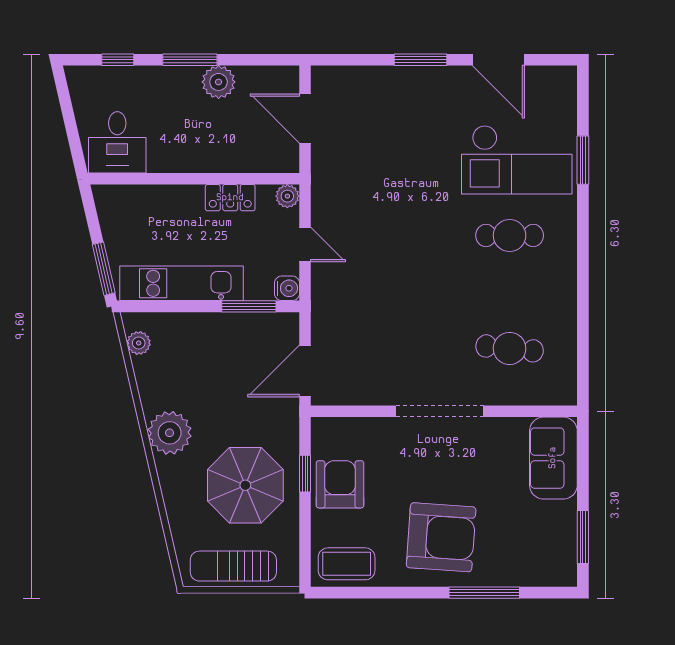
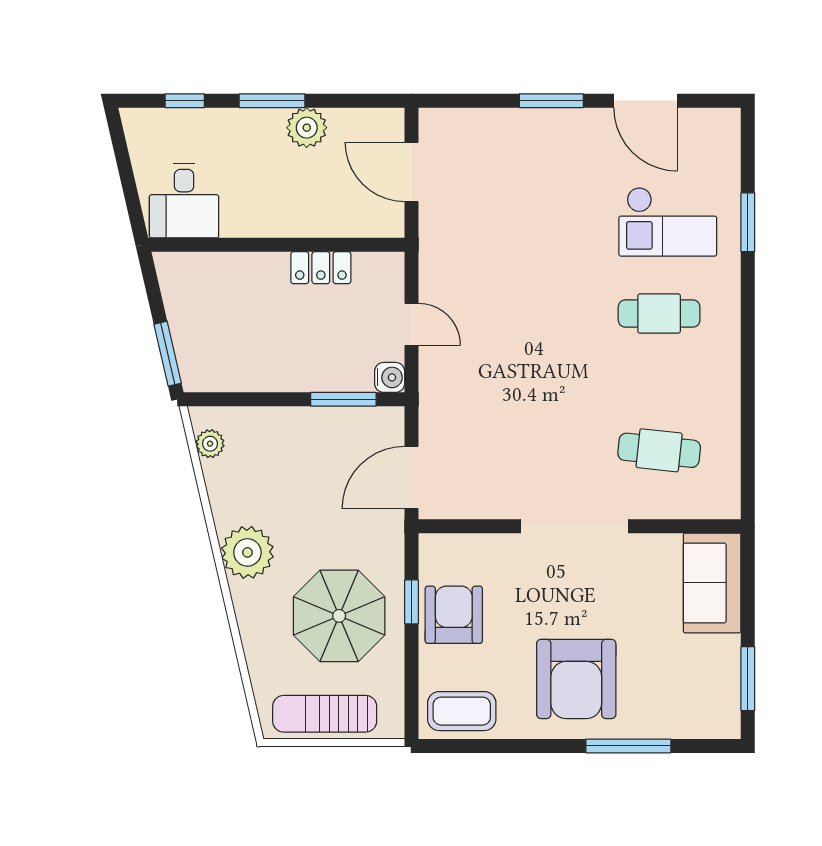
checkout: (517, 160) -> (668, 222), width x0.73, depth x0.83
plant: (287, 196) -> (390, 266), removed
kitchen unit: (182, 283) -> (262, 371), removed
armchair: (441, 537) -> (576, 679), turned 86

